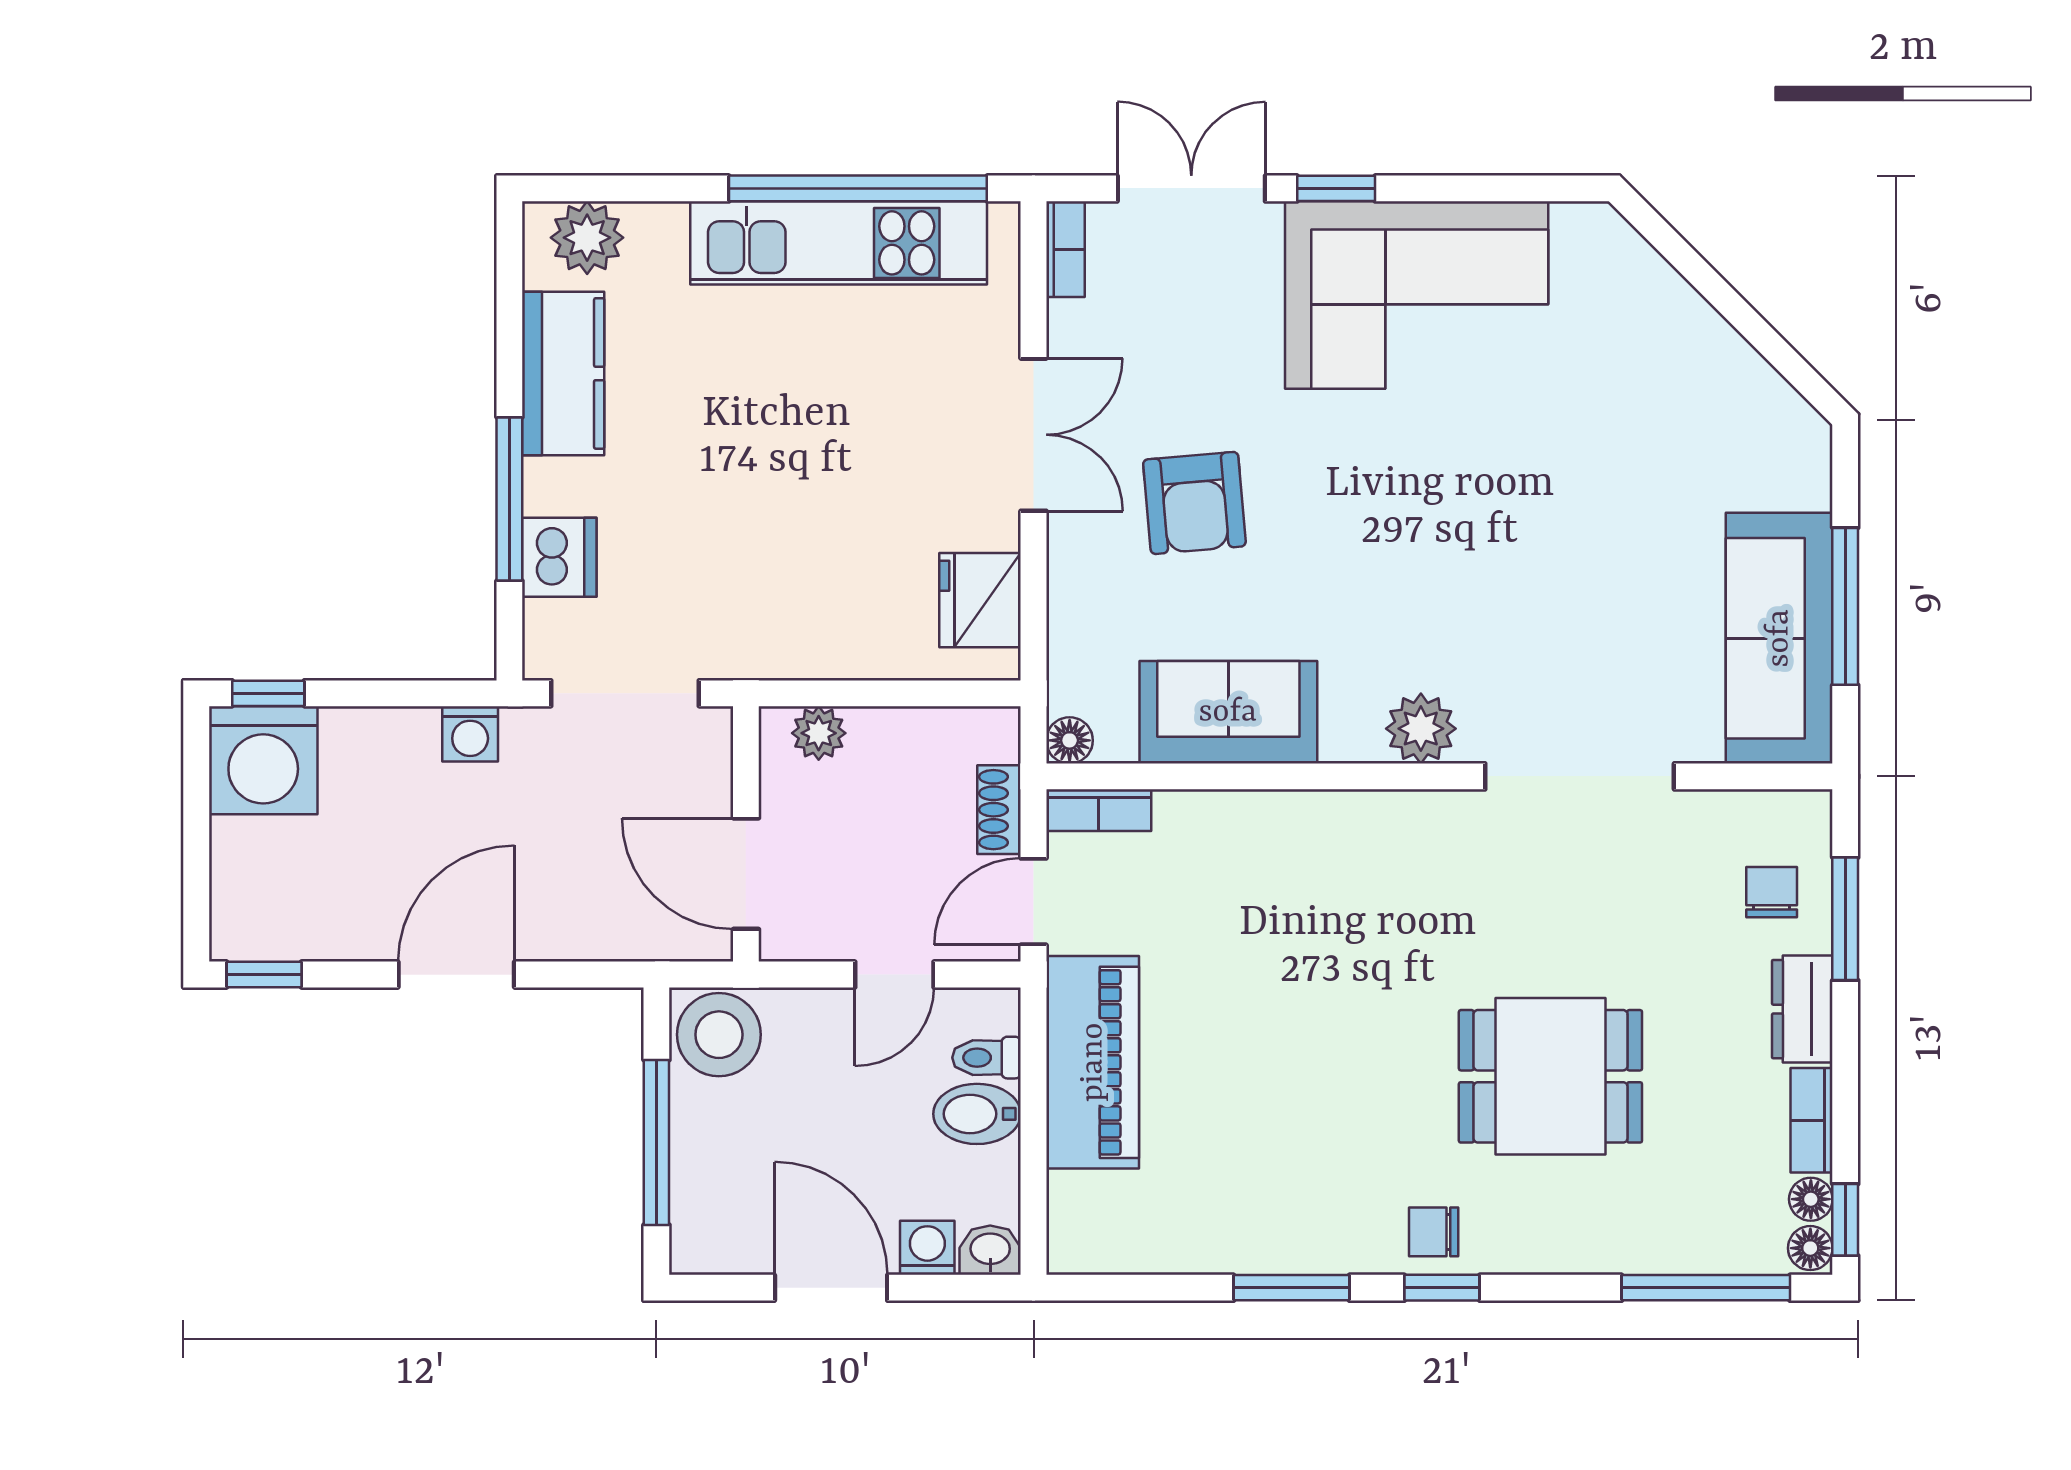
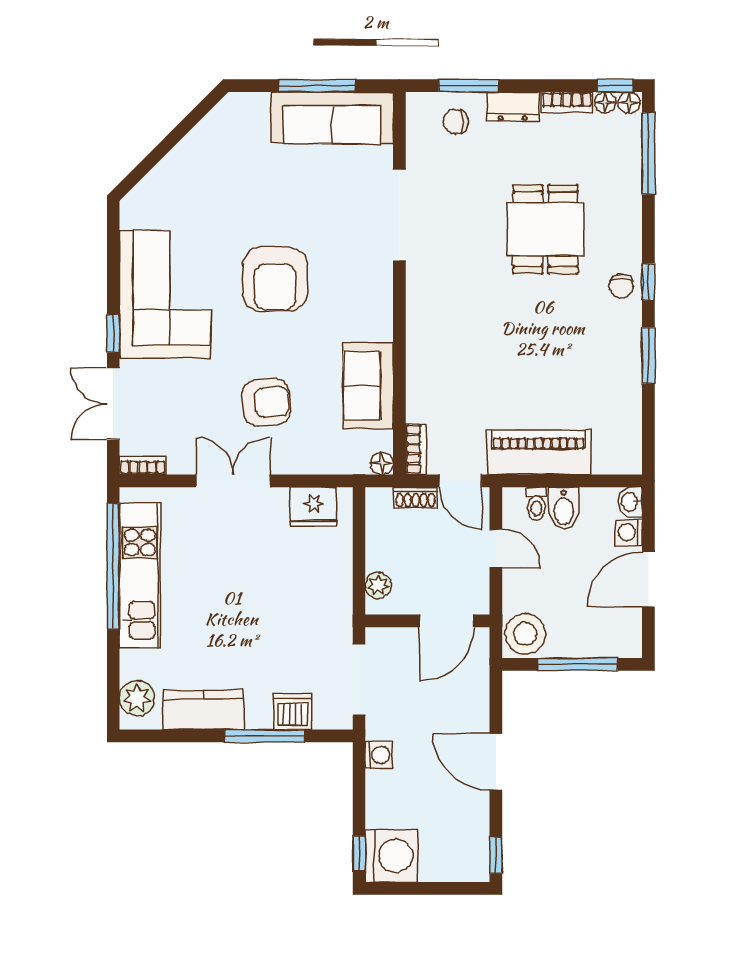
armchair: (1448, 521) -> (275, 279), added
plant: (1421, 729) -> (376, 292), removed

